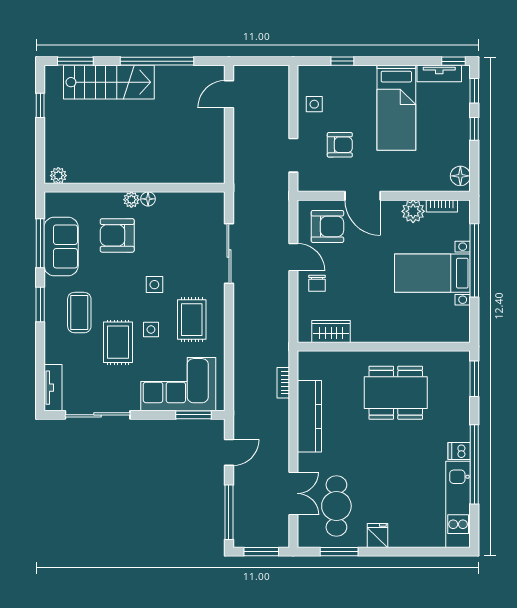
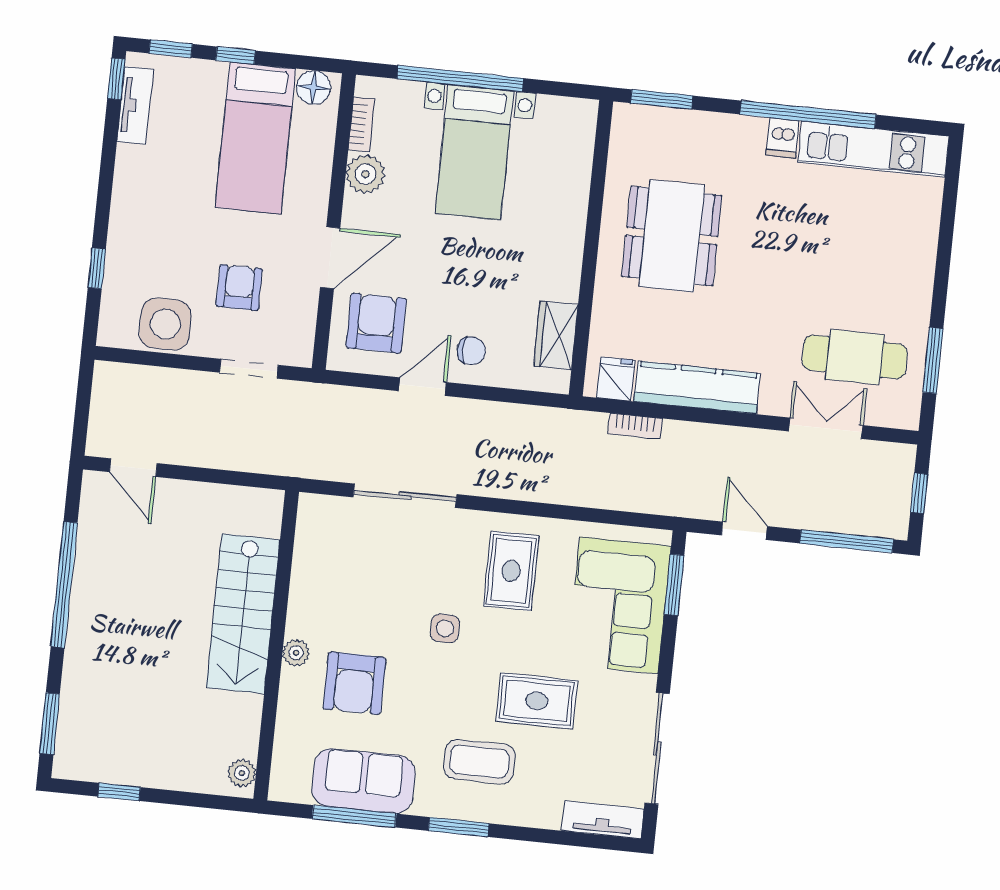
stairs: (109, 82) -> (243, 614), moved, turned 180
side table: (314, 104) -> (165, 324), width x1.87, depth x1.87
bed: (396, 108) -> (255, 138), moved, turned 90
floor lamp: (148, 199) -> (298, 624), removed
rug: (192, 320) -> (511, 571), turned 90
side table: (151, 330) -> (521, 642), removed
fridge: (378, 536) -> (616, 379), moved, turned 90
window: (261, 552) -> (919, 493), width x0.67

